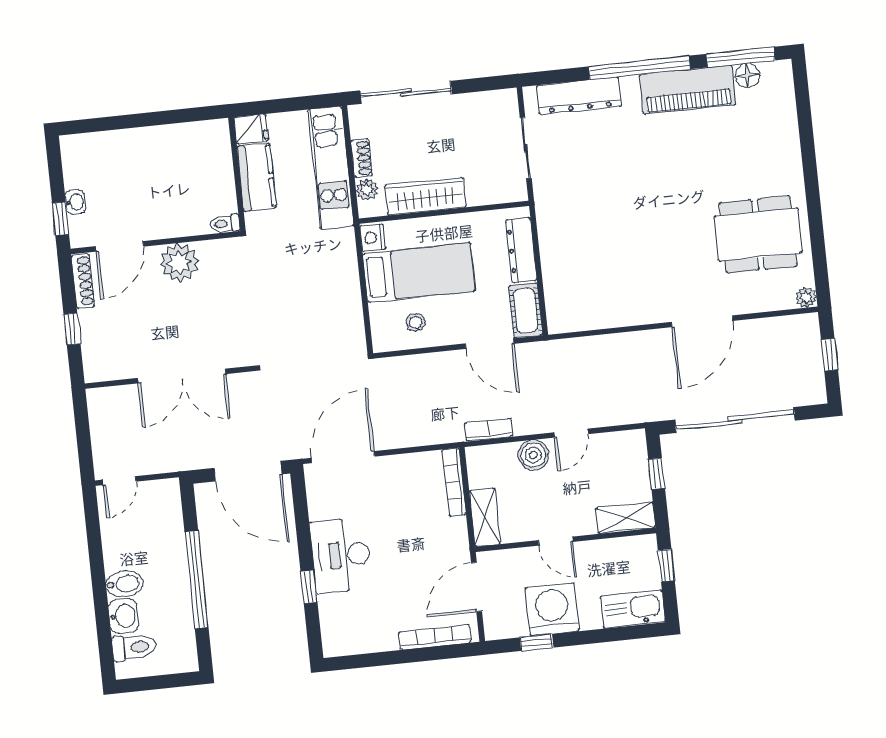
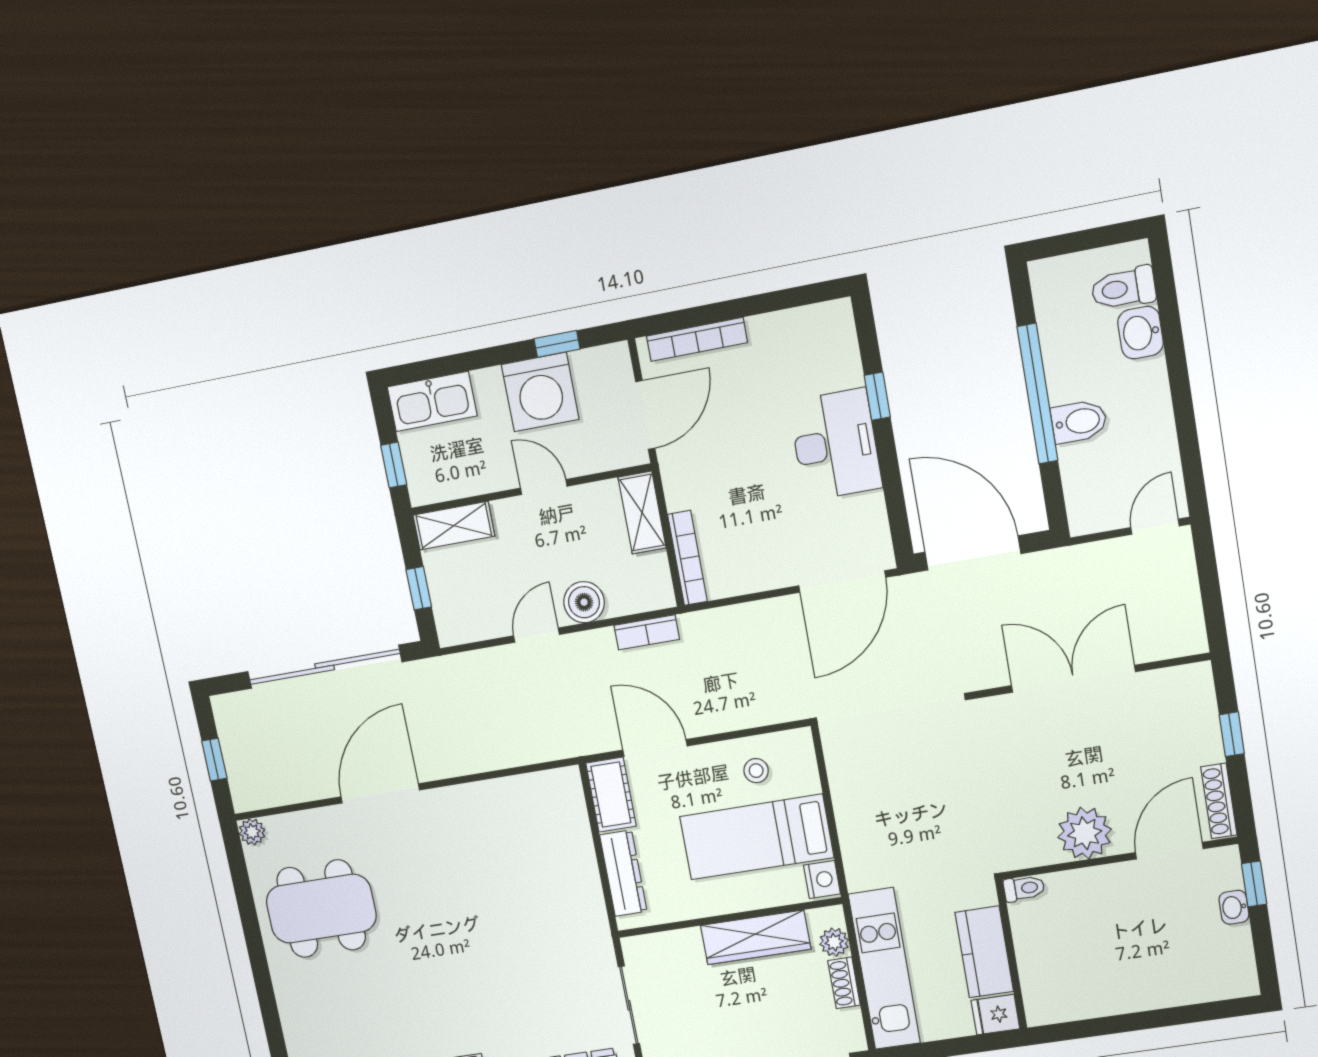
bidet: (124, 584) -> (1079, 421), moved, turned 180

